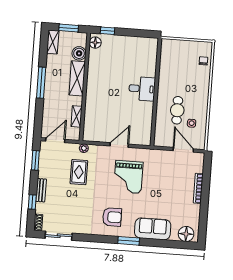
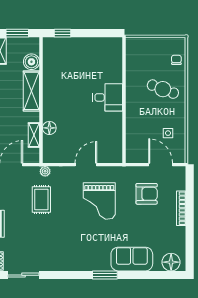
floor lamp: (95, 43) -> (49, 128), moved
cafe table: (177, 110) -> (163, 89), moved, turned -69
armchair: (112, 217) -> (147, 194), moved

